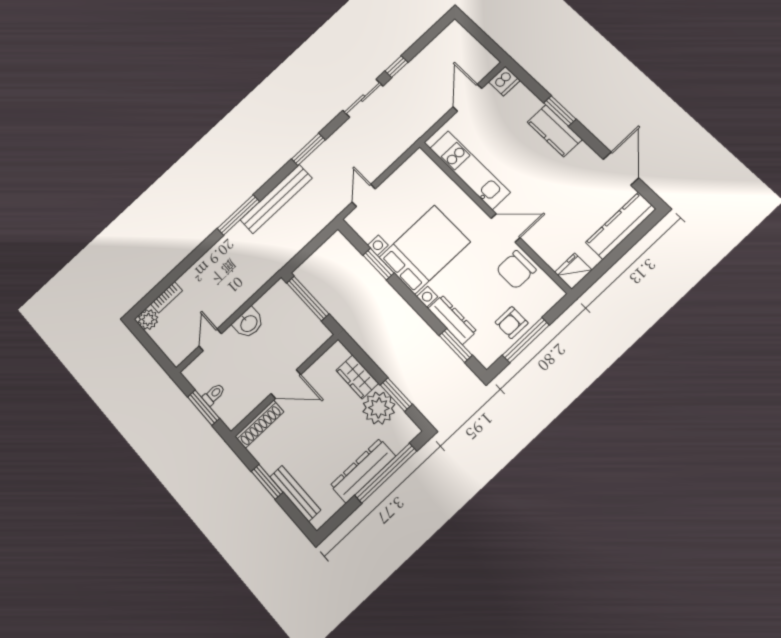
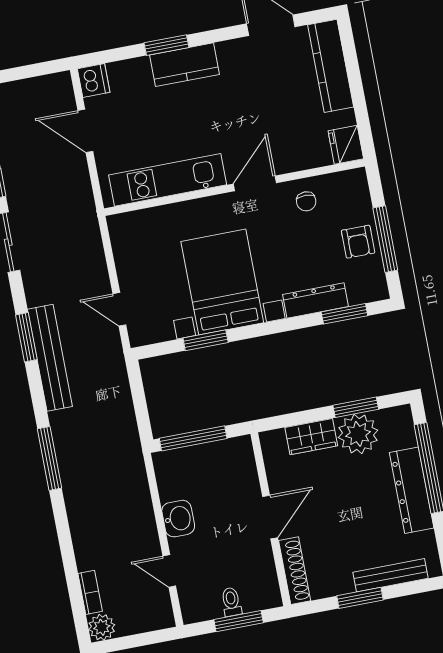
bench: (276, 199) -> (50, 358), moved
chair: (516, 270) -> (306, 201), width x0.54, depth x0.54

